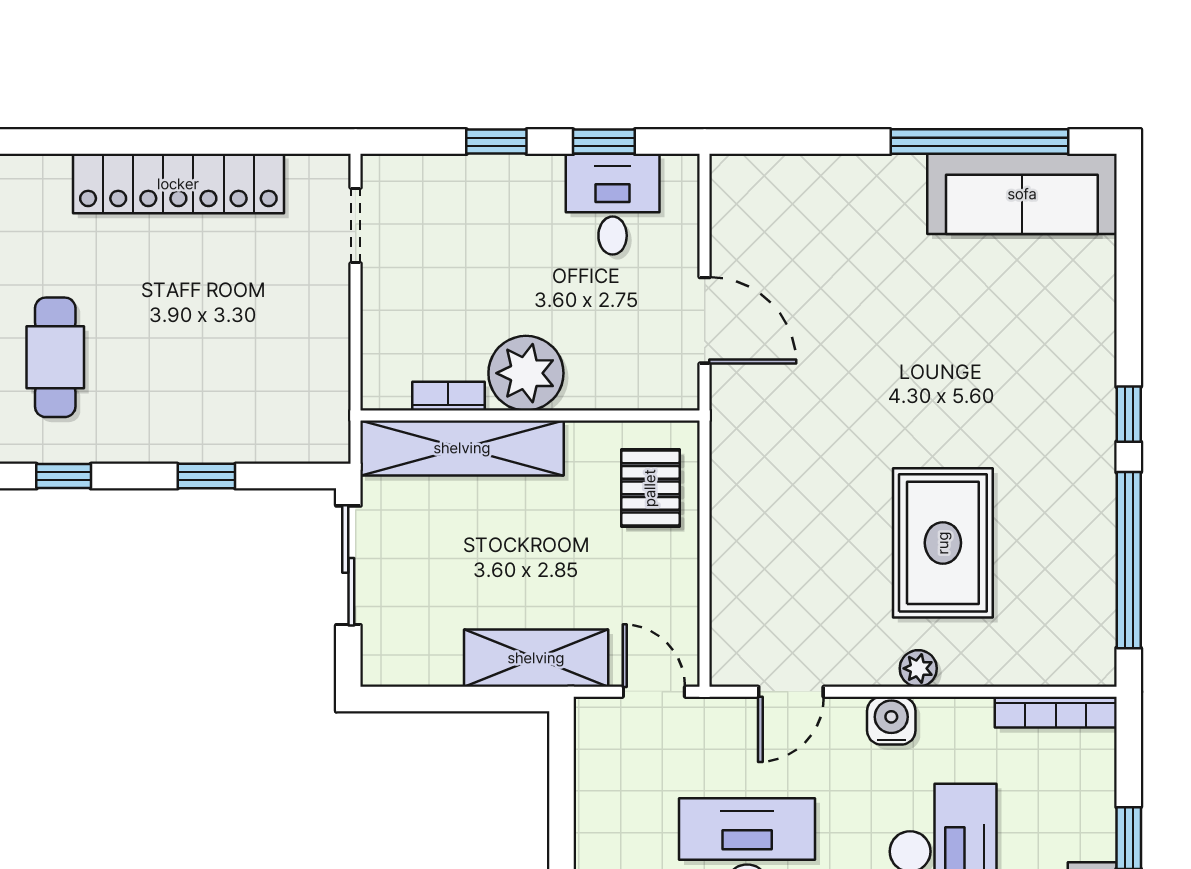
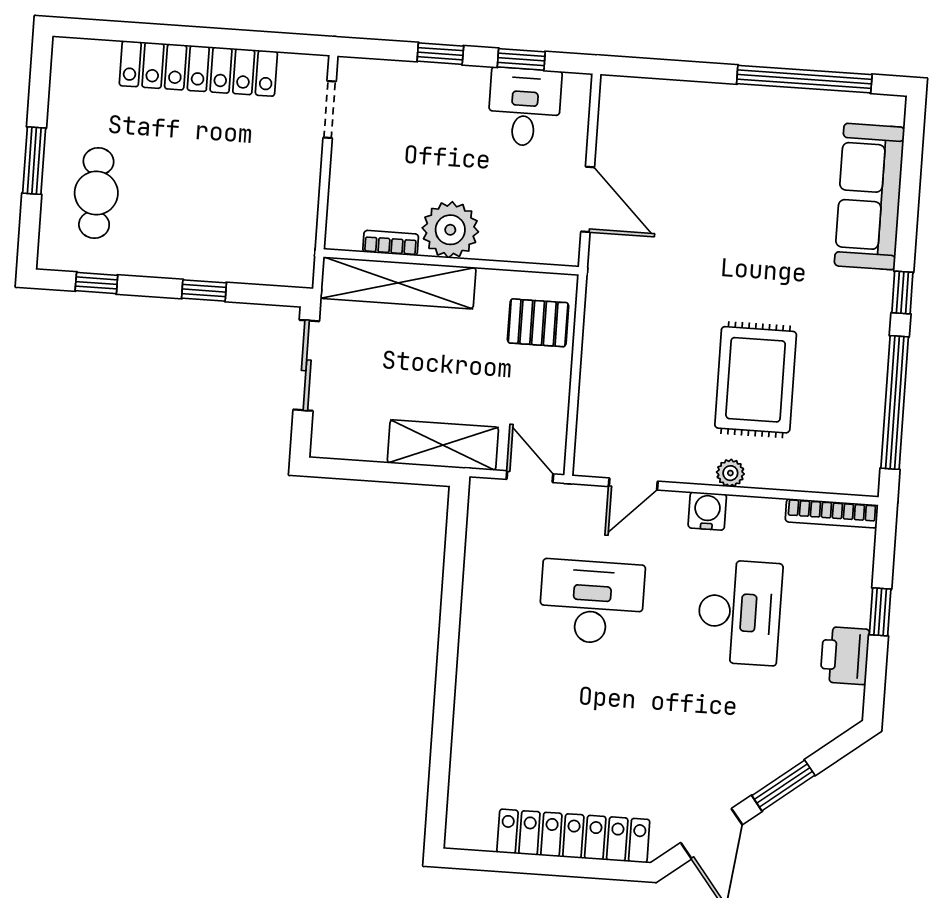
sofa: (1022, 194) -> (869, 197), moved, turned 90
pallet: (650, 488) -> (538, 323), turned 90

